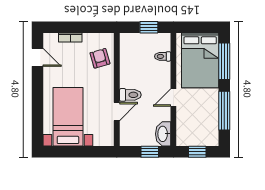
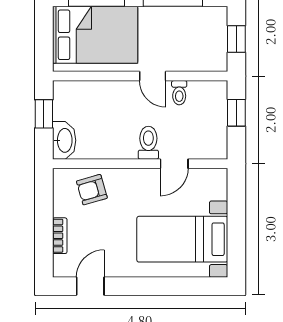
toilet: (163, 56) -> (179, 93), moved
door: (117, 112) -> (174, 164), swing flipped
washbasin: (163, 134) -> (64, 140), moved, turned -90

